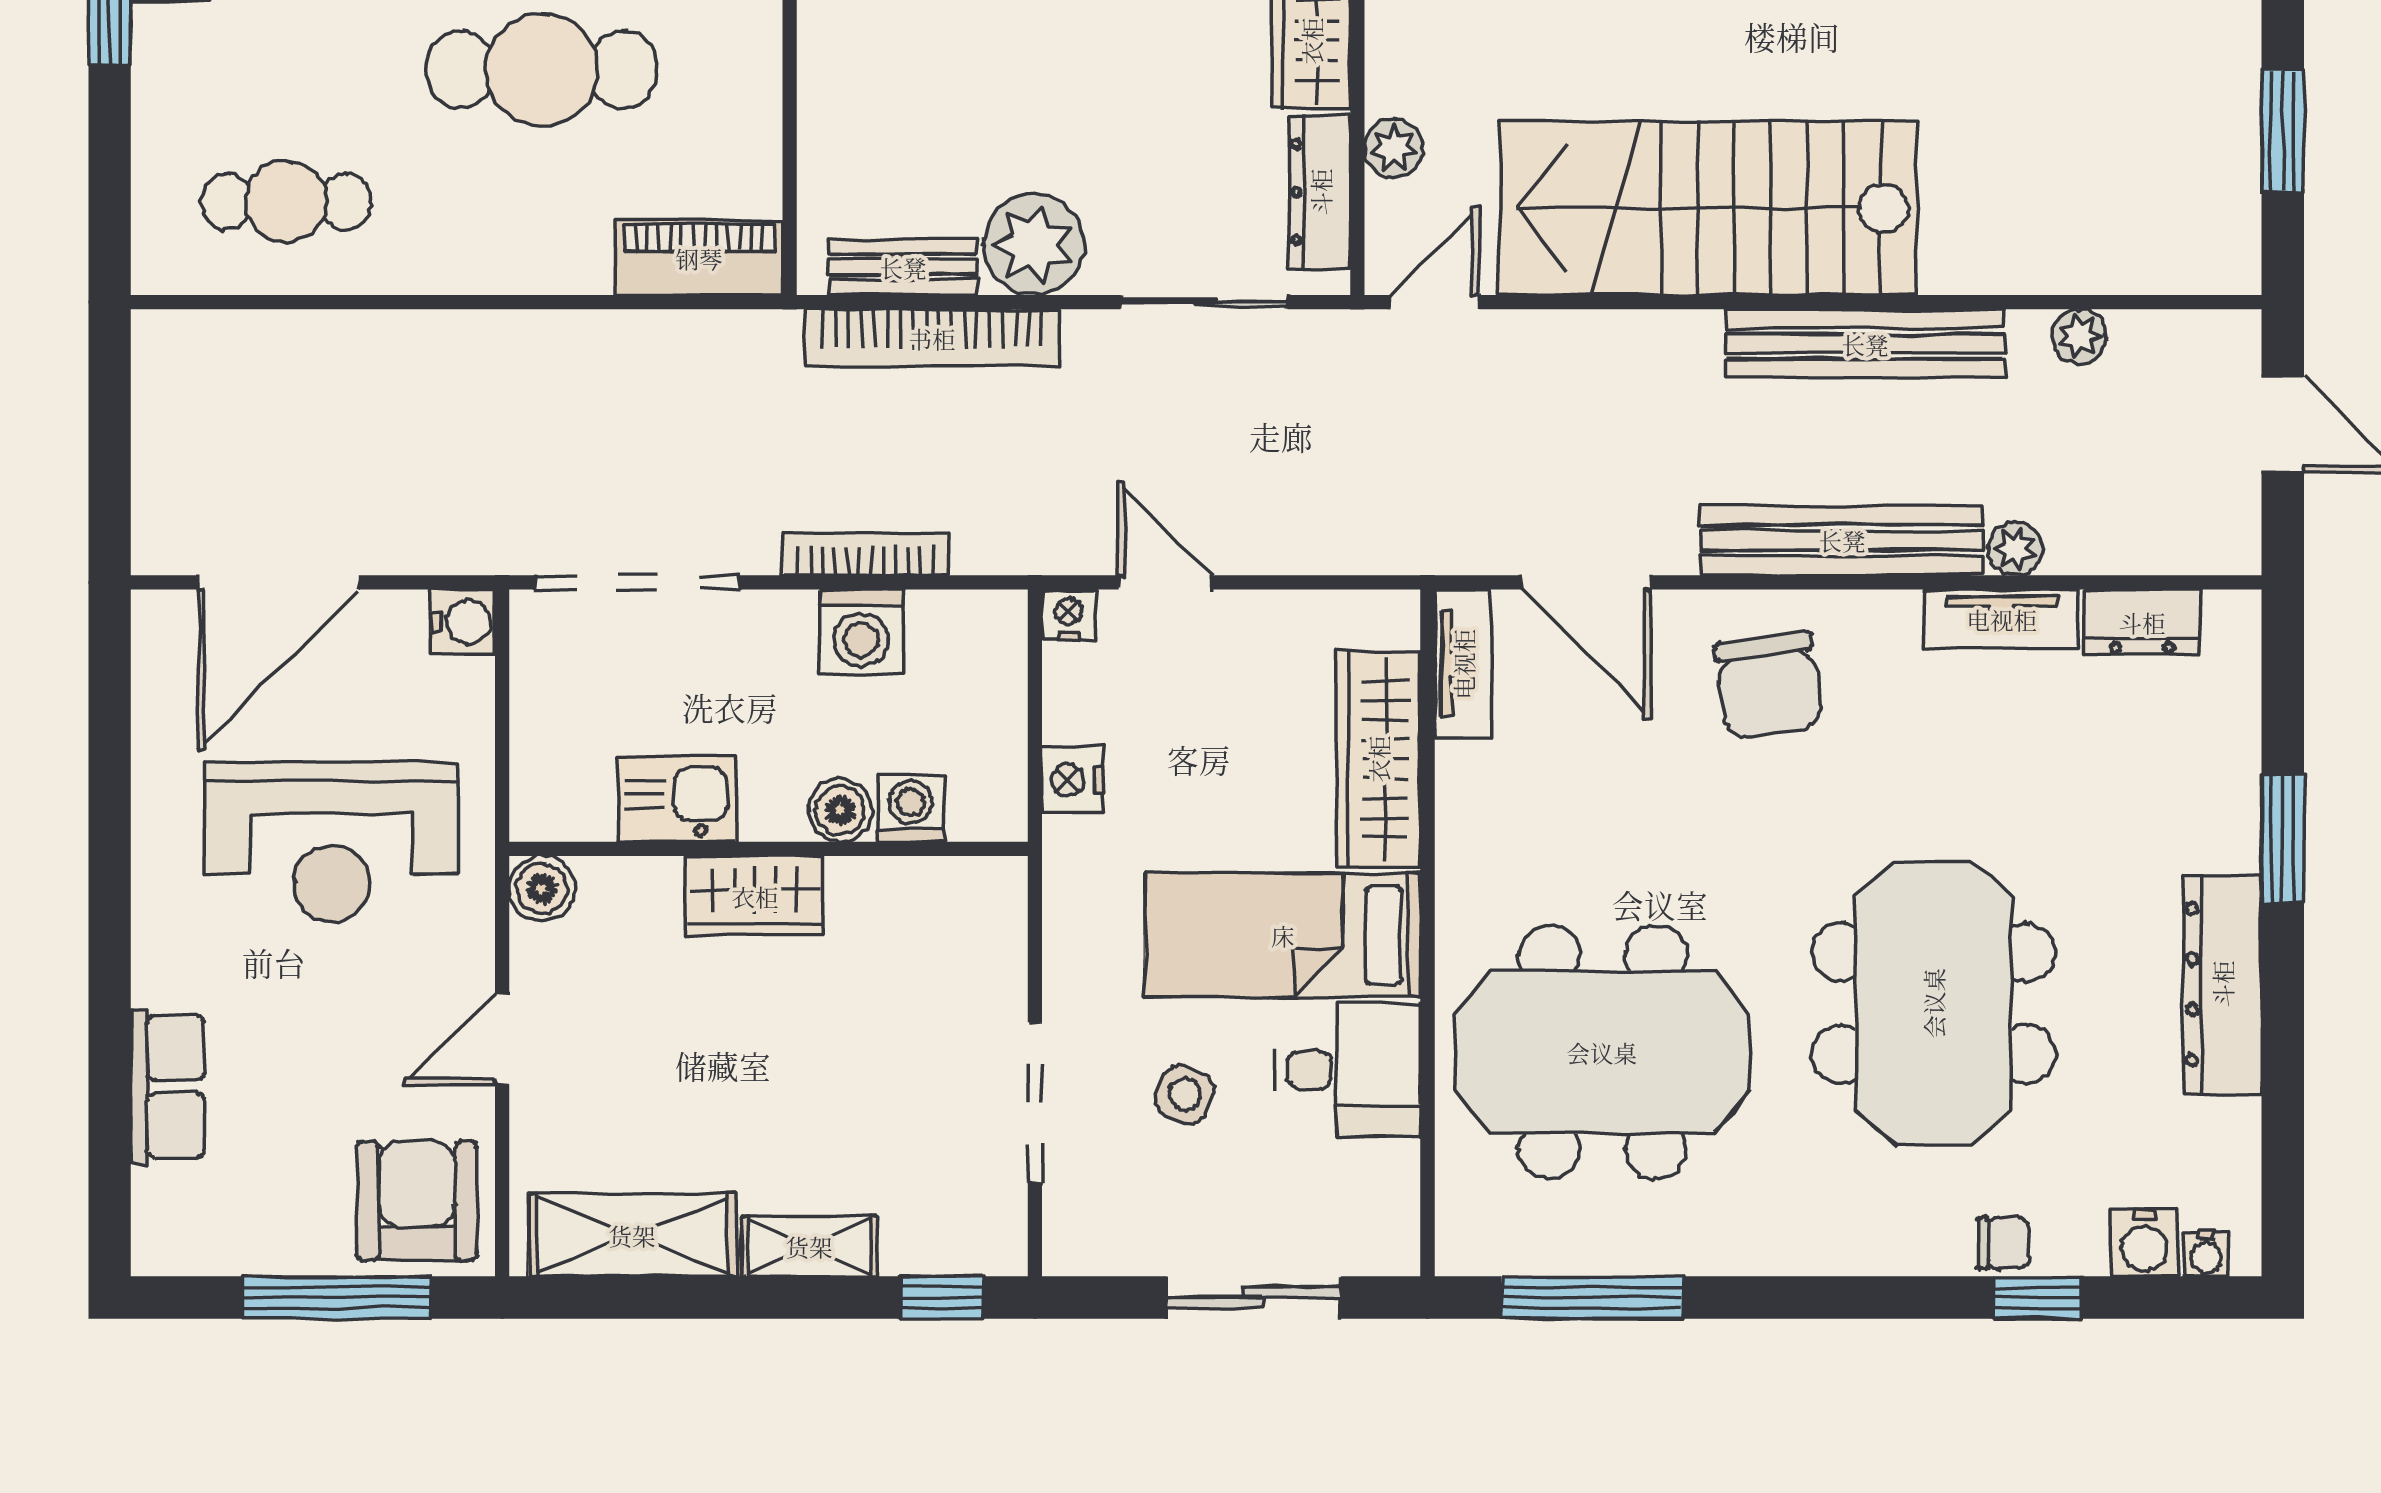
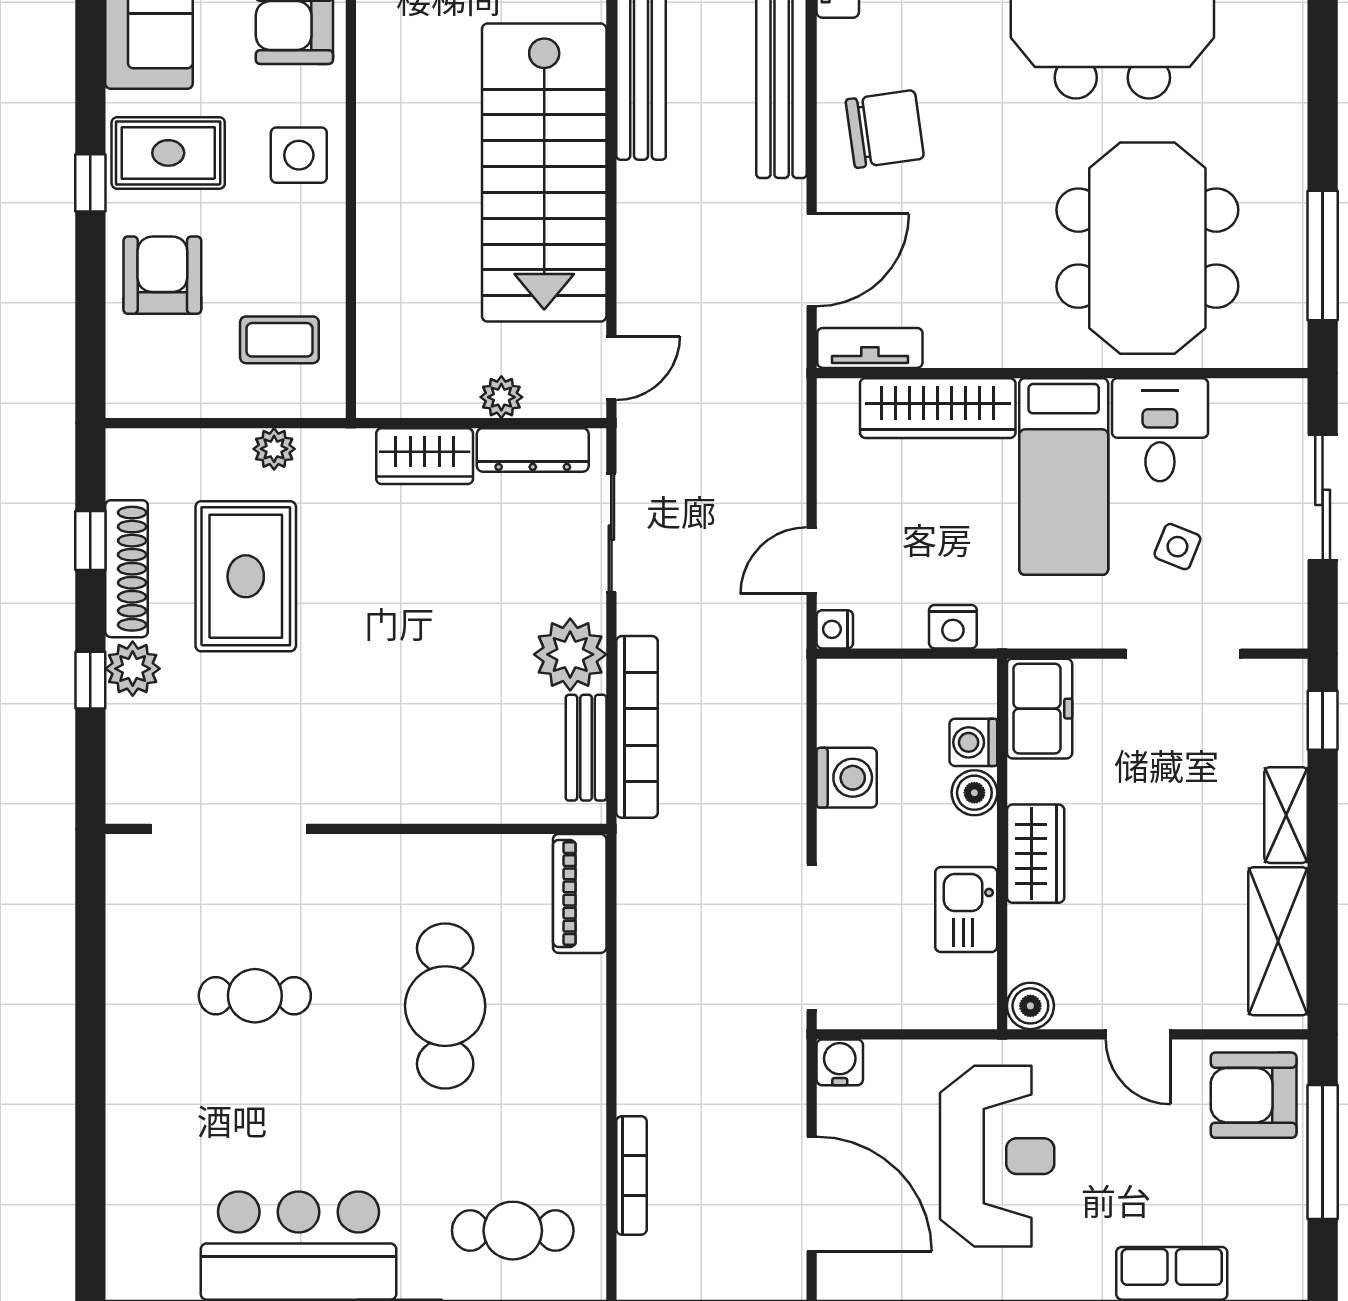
cafe table: (286, 201) -> (513, 1231), moved, turned 90
door: (1434, 302) -> (611, 368), swing flipped
bookcase: (866, 554) -> (632, 1175), moved, turned 180
freezer: (958, 901) -> (1040, 709), added

